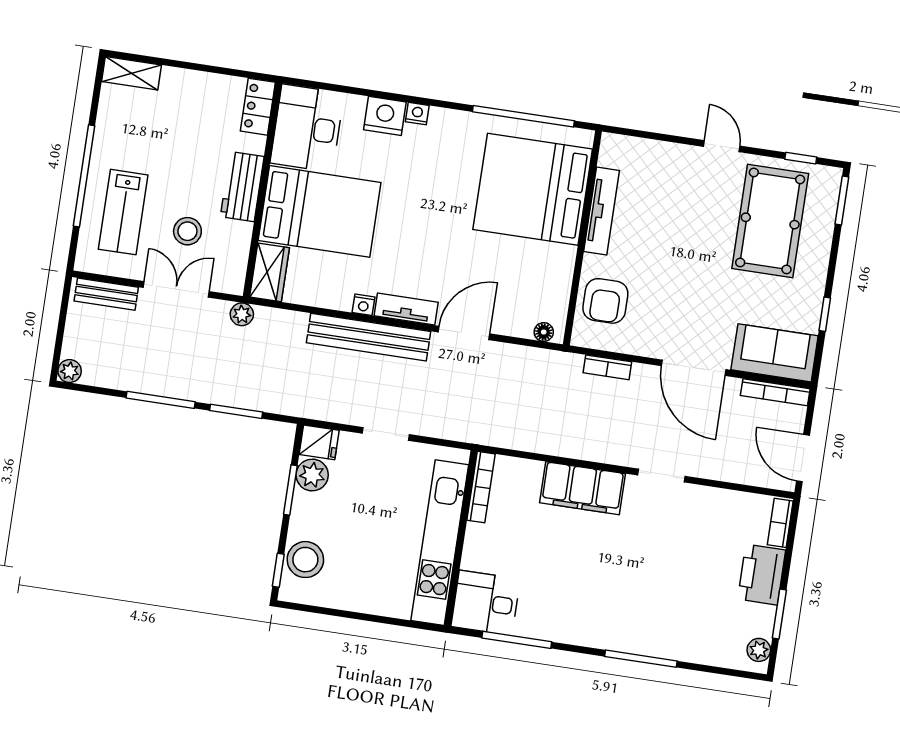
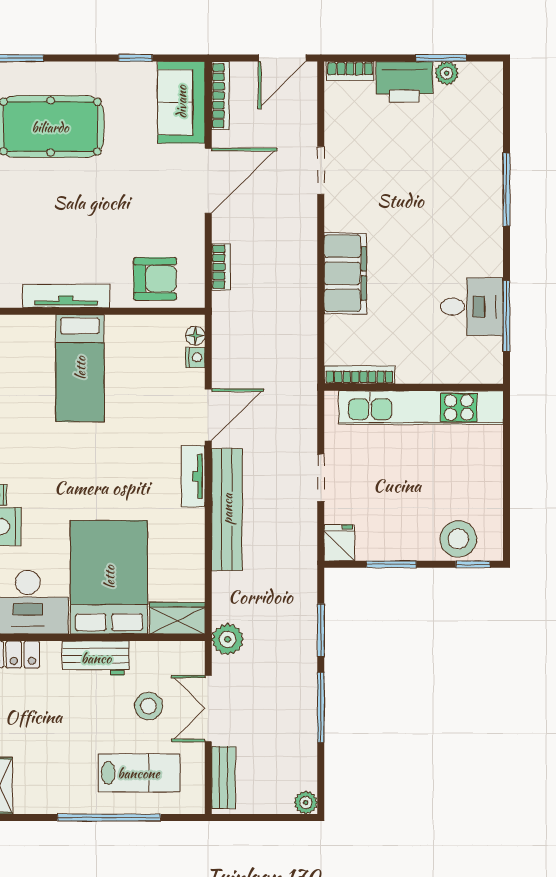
bed: (533, 189) -> (80, 368), width x0.49
nightstand: (363, 305) -> (195, 357), moved
plant: (242, 314) -> (228, 639), width x1.38, depth x1.38
door: (464, 333) -> (208, 415), swing flipped
plant: (312, 475) -> (373, 545), removed
doorway: (661, 476) -> (321, 171), moved
desk: (486, 603) -> (472, 307), moved, turned -90
plant: (759, 650) -> (447, 73), moved

